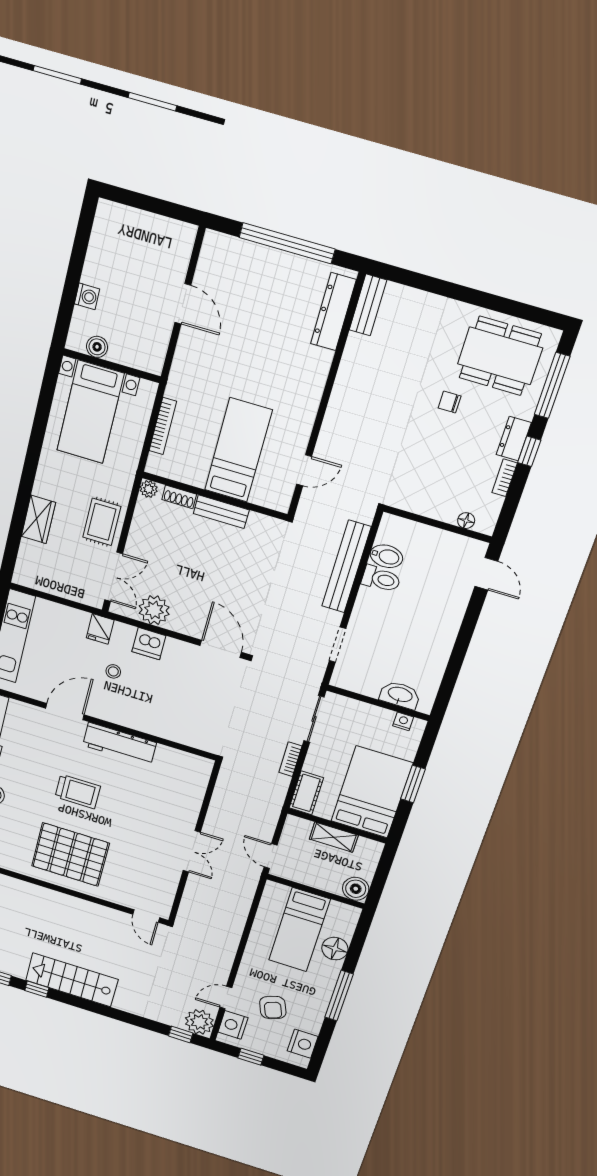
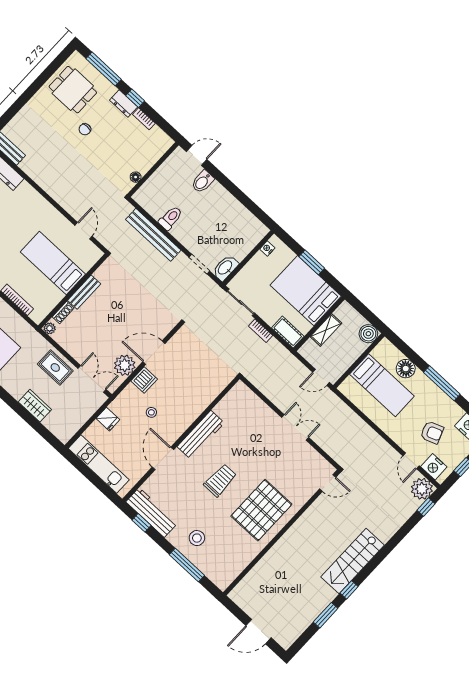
dining table: (500, 356) -> (73, 90), width x0.73
floor lamp: (466, 521) -> (136, 177), moved
bidet: (386, 556) -> (203, 182), moved, turned 180
fridge: (100, 629) -> (108, 419), moved
door: (221, 649) -> (154, 353), moved
washbasin: (400, 695) -> (225, 268), moved

